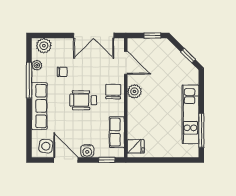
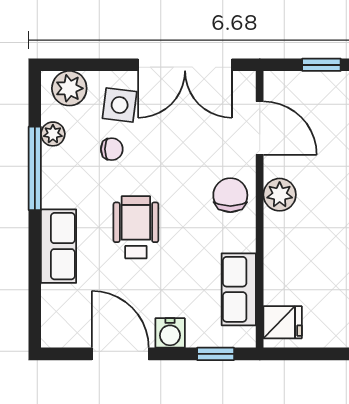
wheelchair: (83, 100) -> (136, 227), moved, turned 90
row of seats: (39, 106) -> (59, 246), width x0.68
side table: (46, 146) -> (120, 105), moved

